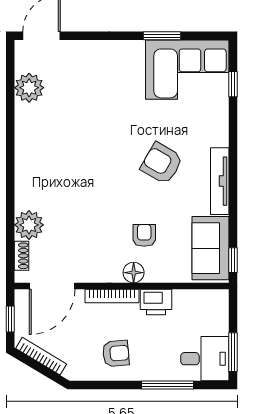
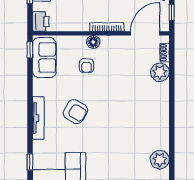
tv unit: (220, 181) -> (38, 118), moved
printer: (156, 302) -> (41, 22), moved, turned 90

